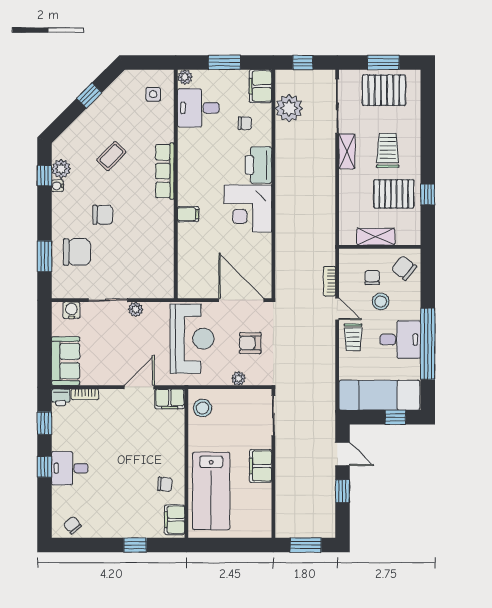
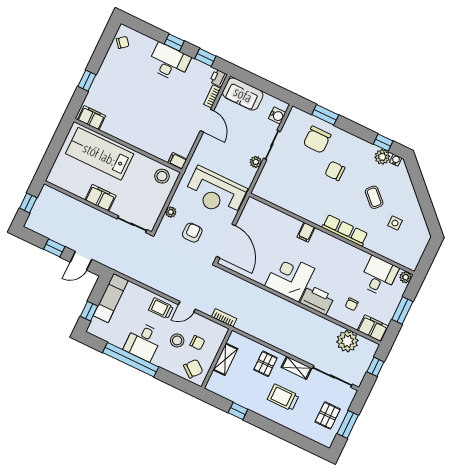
pallet: (384, 90) -> (328, 415), width x0.67, depth x0.71
side table: (153, 94) -> (395, 223), moved
window: (89, 95) -> (425, 202), removed
trolley: (388, 150) -> (283, 397), turned 180
water cooler: (57, 186) -> (396, 160), moved
pallet: (394, 194) -> (265, 364), moved, width x0.67, depth x0.71
chair: (103, 215) -> (335, 171), turned 90
bookcase: (329, 281) -> (224, 318), moved
door: (241, 300) -> (226, 241), hinge flipped
door: (139, 387) -> (207, 121), moved
exam couch: (379, 395) -> (111, 298), width x0.73, depth x0.69
filing cabinet: (170, 399) -> (177, 161), width x0.50
desk: (70, 468) -> (169, 62), width x1.37
chair: (165, 484) -> (120, 123), removed
window: (306, 545) -> (28, 203), width x0.67

